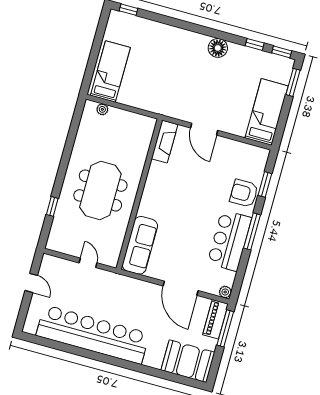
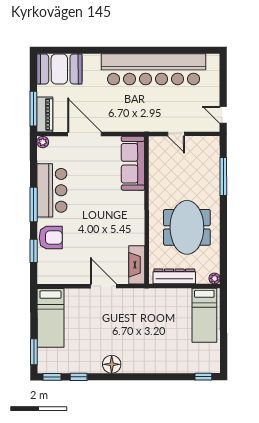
plant: (102, 109) -> (215, 278), moved
dresser: (130, 119) -> (174, 276), added
meeting table: (100, 190) -> (187, 227), moved
window: (52, 206) -> (223, 177), width x2.17
door: (31, 283) -> (223, 115), moved

